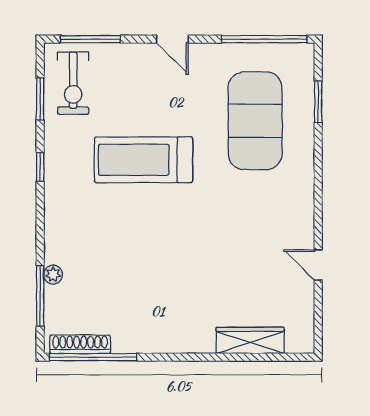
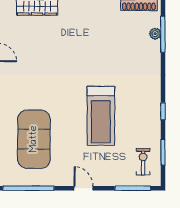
exercise bike: (73, 83) -> (143, 162), width x0.73, depth x0.72
treadmill: (144, 160) -> (101, 116), turned 90
plant: (53, 275) -> (155, 34), moved

